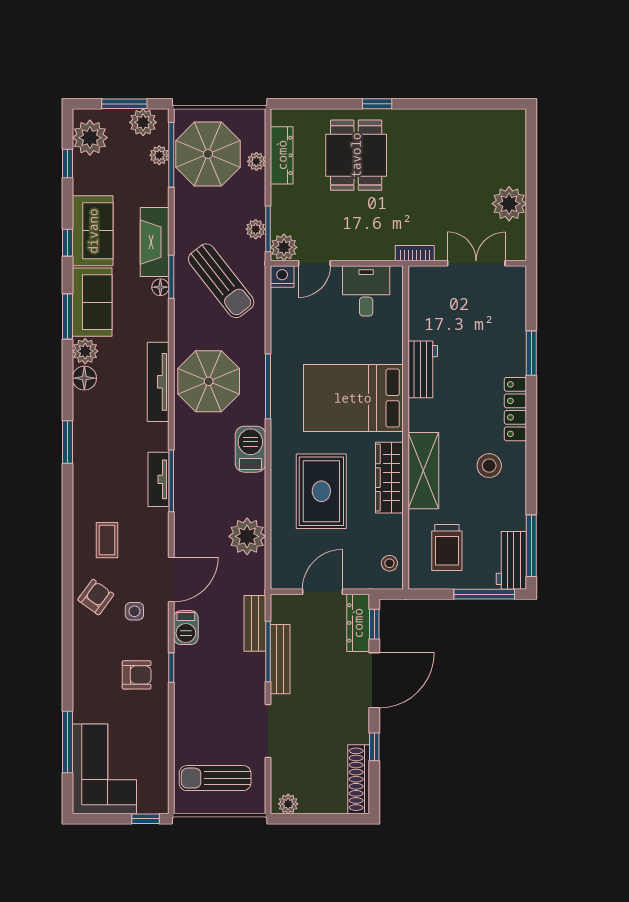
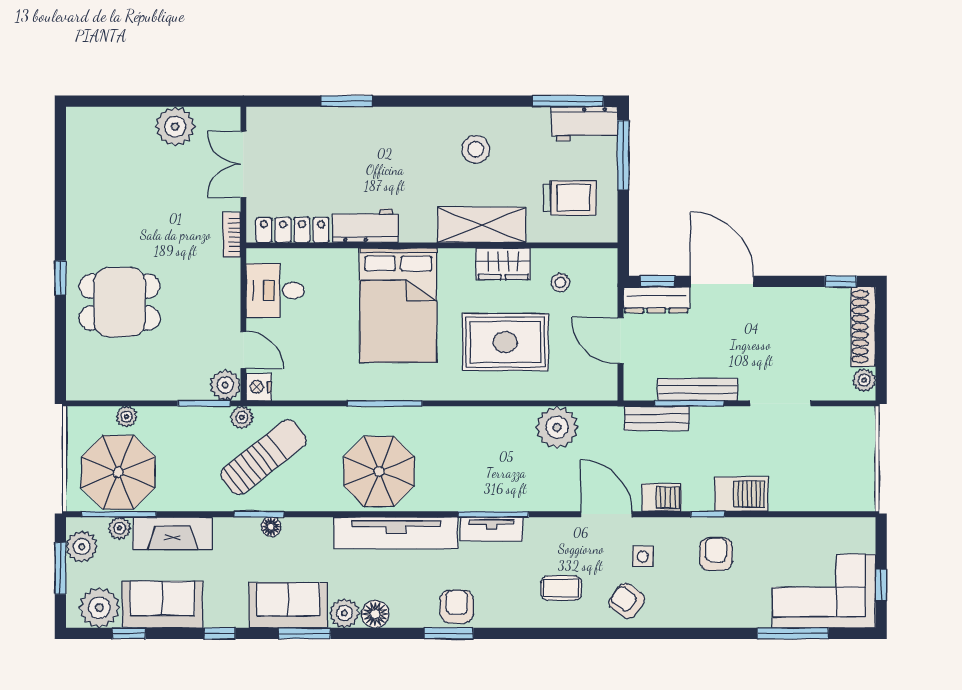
dresser: (282, 155) -> (120, 388), removed
plant: (256, 229) -> (242, 417), moved
sofa: (93, 231) -> (162, 605), moved
fireplace: (155, 242) -> (173, 533), moved
tv unit: (158, 382) -> (396, 533), width x1.36, depth x1.29
locker: (515, 409) -> (292, 230), moved, turned 180
armchair: (91, 449) -> (457, 607), added
barbecue: (250, 449) -> (741, 494), moved, turned 180
wardrobe: (389, 478) -> (503, 264), width x0.67
stool: (389, 563) -> (560, 283), moved
window: (374, 747) -> (841, 281), moved
sun lounger: (215, 778) -> (834, 464), removed
shoe rack: (359, 779) -> (863, 327), moved, turned 90
window: (145, 819) -> (881, 585), moved

